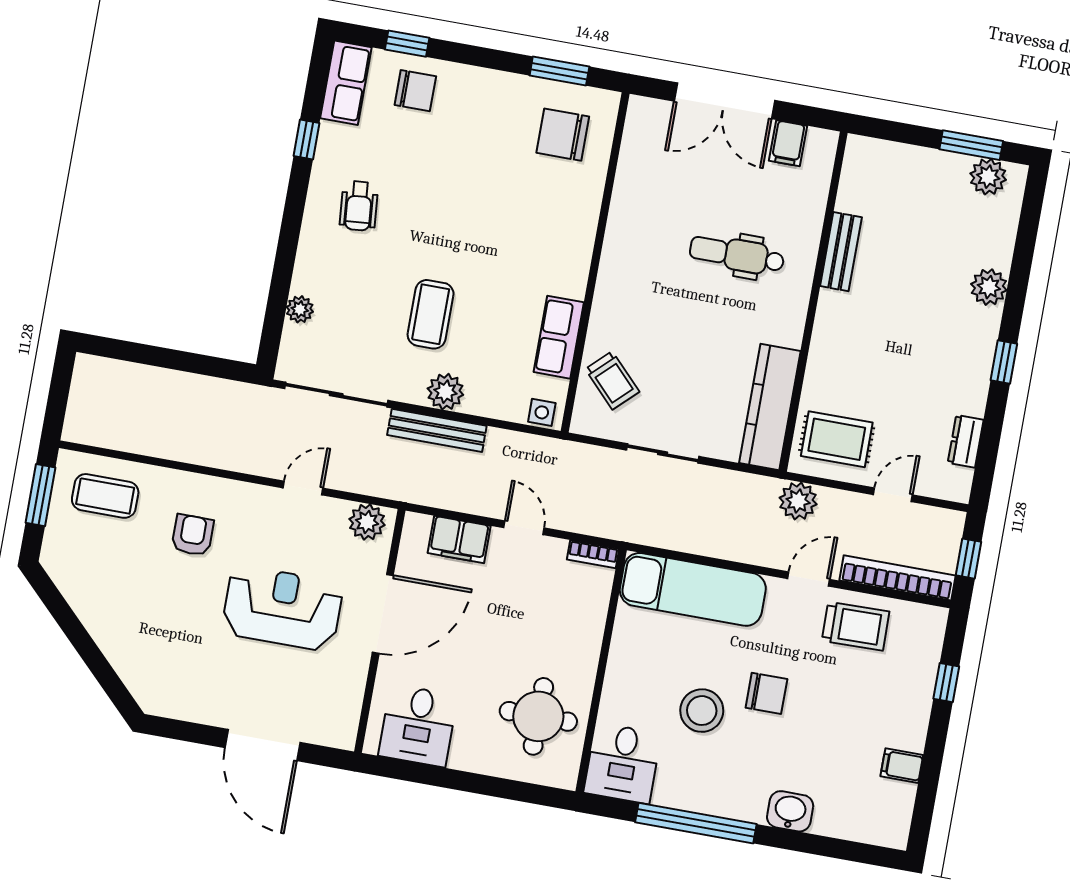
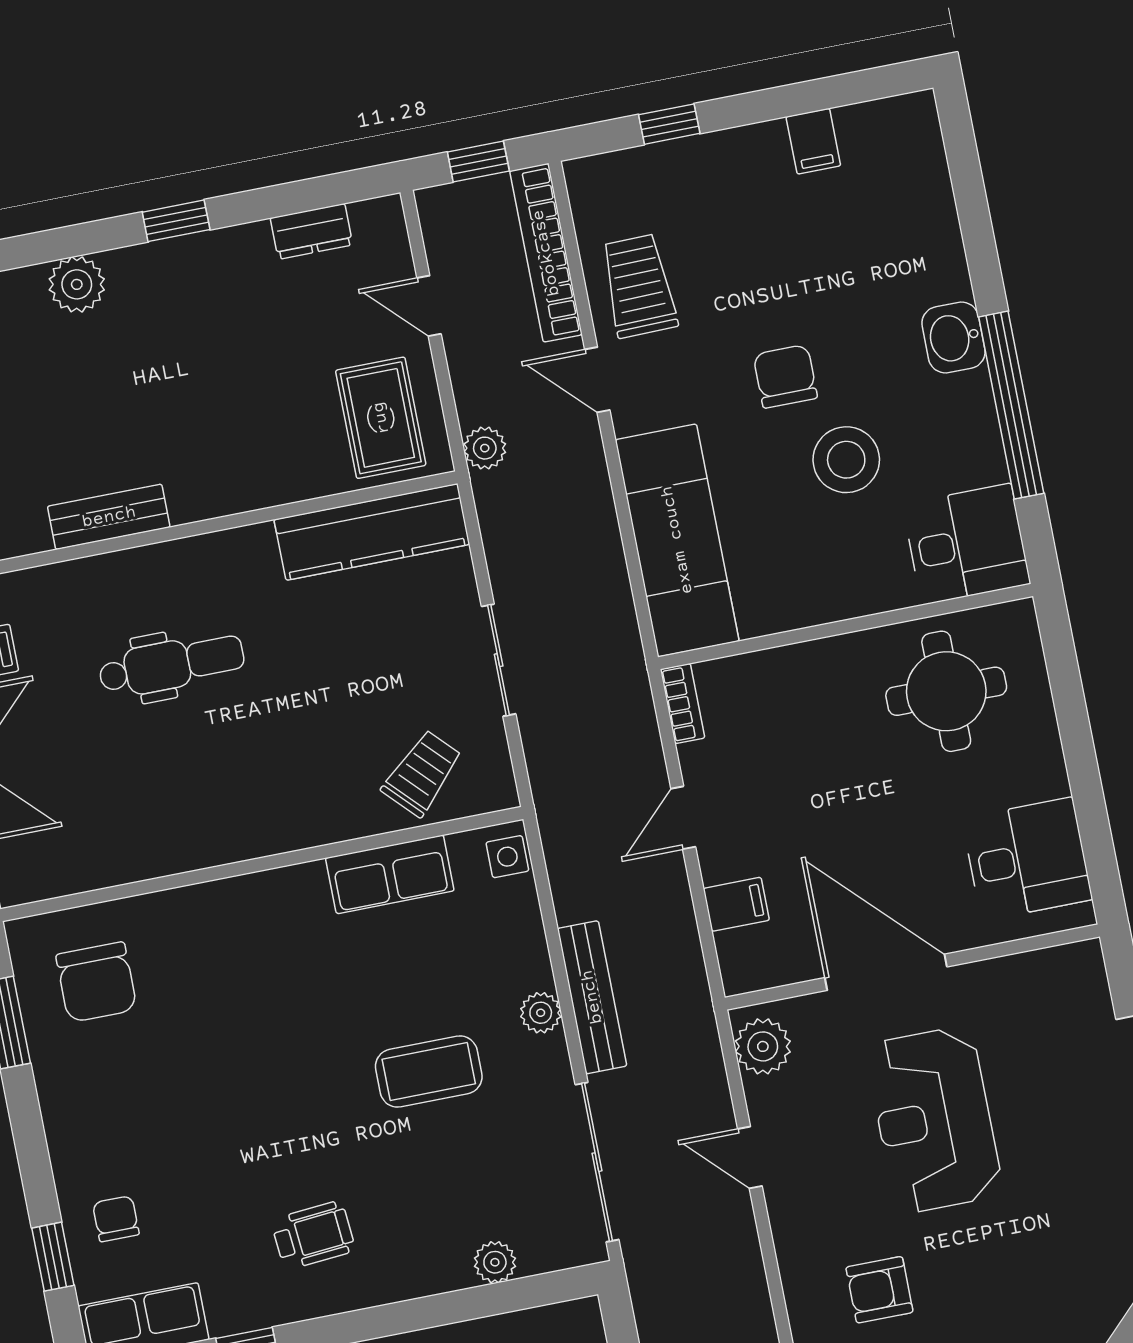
chair: (415, 91) -> (116, 1219), width x0.73, depth x0.73
dental chair: (737, 255) -> (172, 665), turned -90
plant: (445, 392) -> (541, 1013), width x0.73, depth x0.73
plant: (798, 501) -> (485, 448), width x0.73, depth x0.73
filing cabinet: (459, 539) -> (736, 904), width x0.50
washbasin: (790, 811) -> (954, 337), moved

